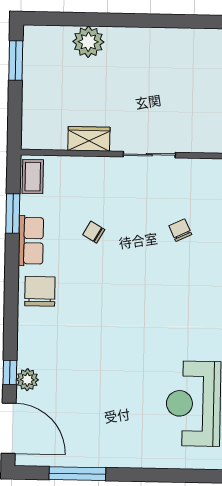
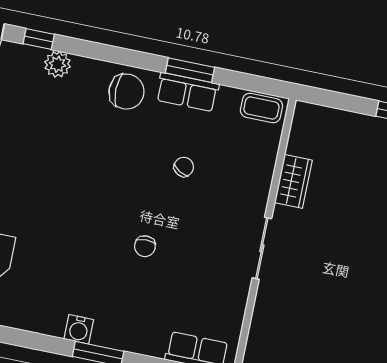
window: (13, 213) -> (190, 70), moved
chair: (180, 230) -> (145, 246), moved, turned 115
plant: (27, 380) -> (57, 64), moved

